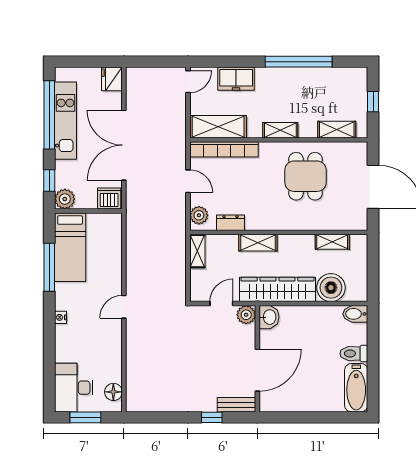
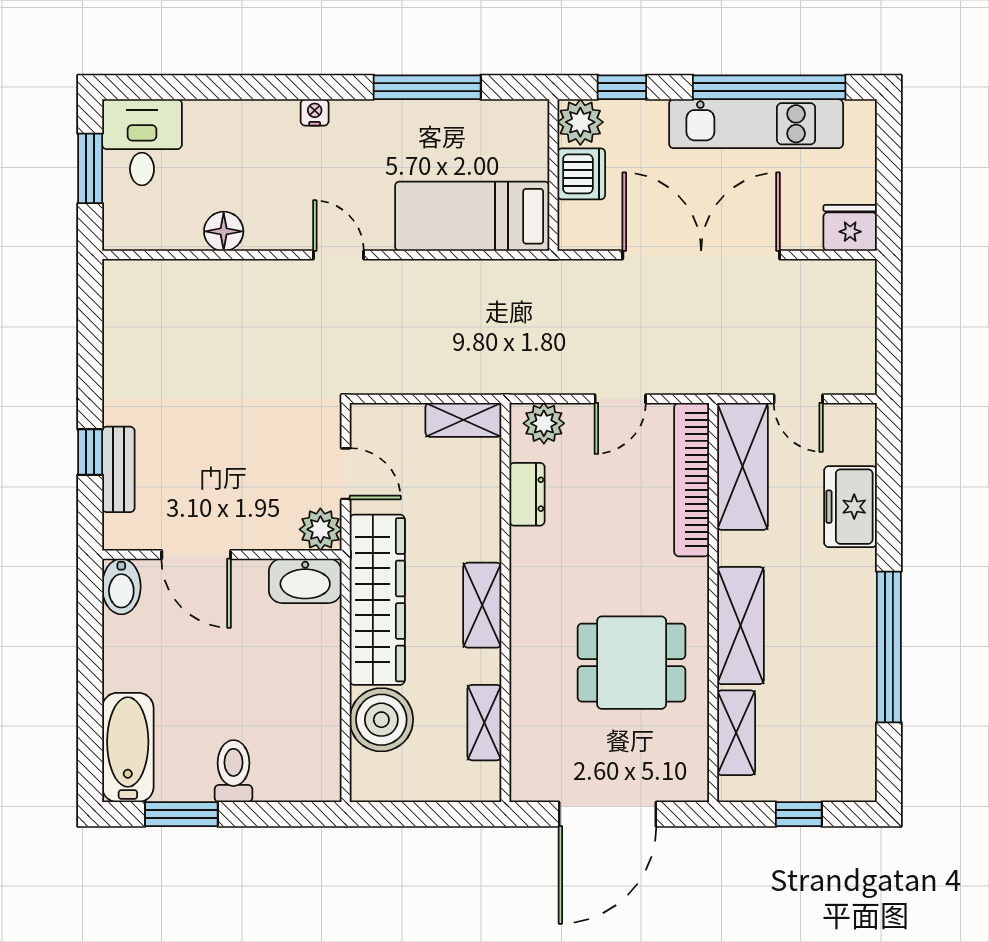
door: (188, 82) -> (798, 399), moved
shelving: (280, 130) -> (741, 626), width x1.50, depth x1.33
dishwasher: (109, 199) -> (581, 174), moved
shelving: (258, 243) -> (482, 605), moved
bed: (70, 247) -> (472, 216), moved
bidet: (355, 314) -> (121, 586), moved, turned 180
washbasin: (269, 317) -> (305, 581), width x1.38
door: (257, 370) -> (196, 555), width x0.73
window: (373, 377) -> (181, 814), added
desk: (74, 388) -> (142, 142), width x0.73
bathtub: (356, 388) -> (128, 747), moved, turned 90
floor lamp: (113, 392) -> (224, 231), moved
bench: (237, 405) -> (118, 469), moved

